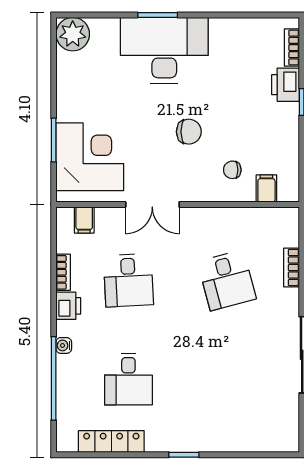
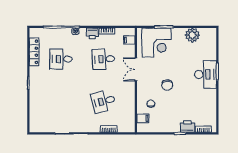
plant: (73, 34) -> (192, 35), moved
desk: (164, 50) -> (205, 74), width x0.73, depth x0.77

